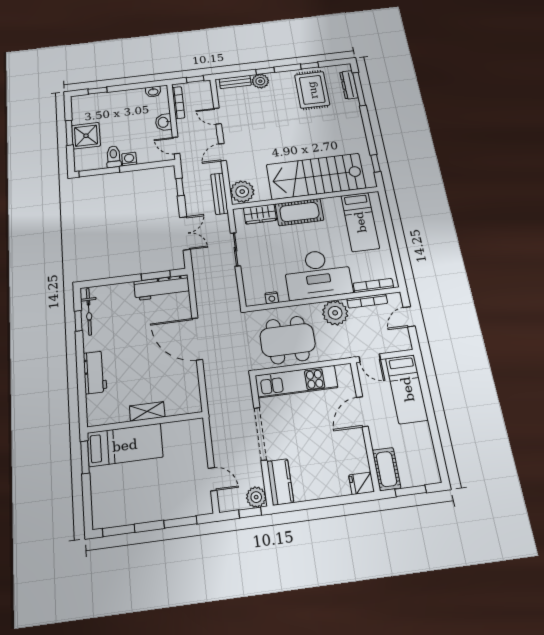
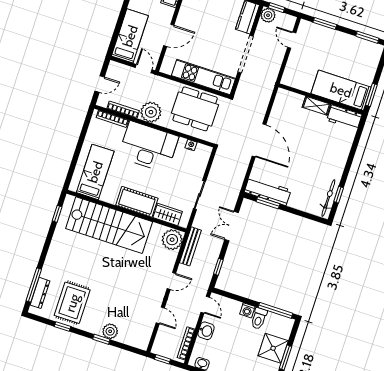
bench: (235, 82) -> (131, 340), removed
workbench: (95, 372) -> (344, 117), moved, turned -90

